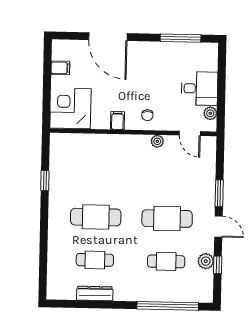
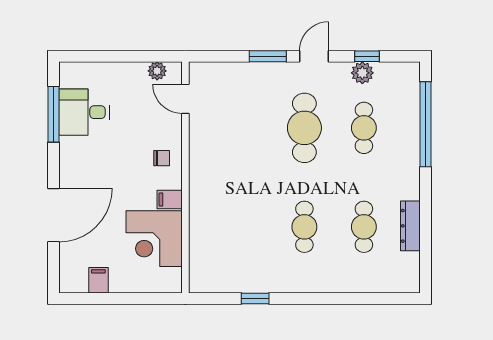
desk: (199, 88) -> (84, 112), moved, turned -90
corner desk: (70, 108) -> (154, 239), moved
door: (190, 133) -> (185, 99), swing flipped
plant: (157, 141) -> (198, 144), removed
cafe table: (96, 217) -> (304, 227), width x0.73, depth x0.74

